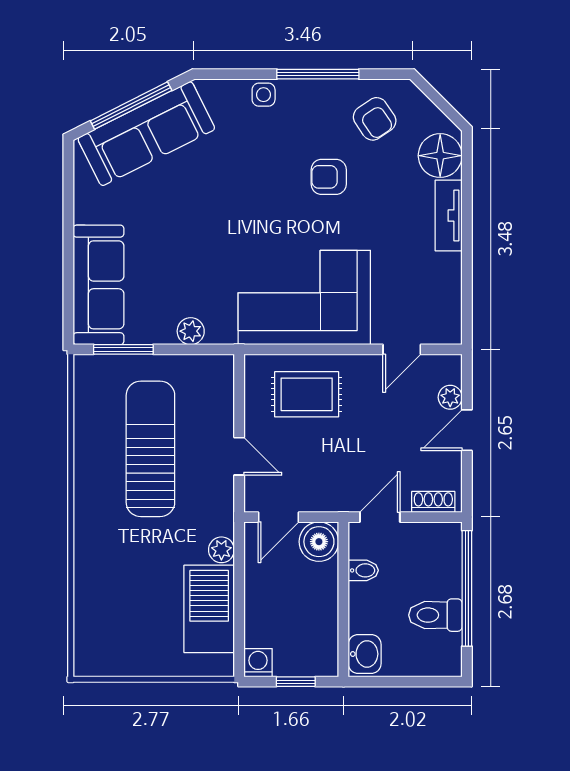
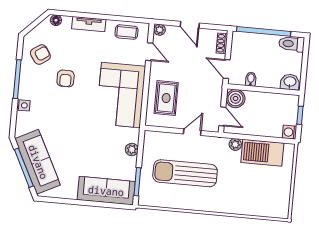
floor lamp: (440, 156) -> (56, 20), width x0.53, depth x0.53
coffee table: (439, 297) -> (127, 32), added
plant: (450, 397) -> (160, 30), moved
toilet: (435, 615) -> (292, 44), moved, turned 90

